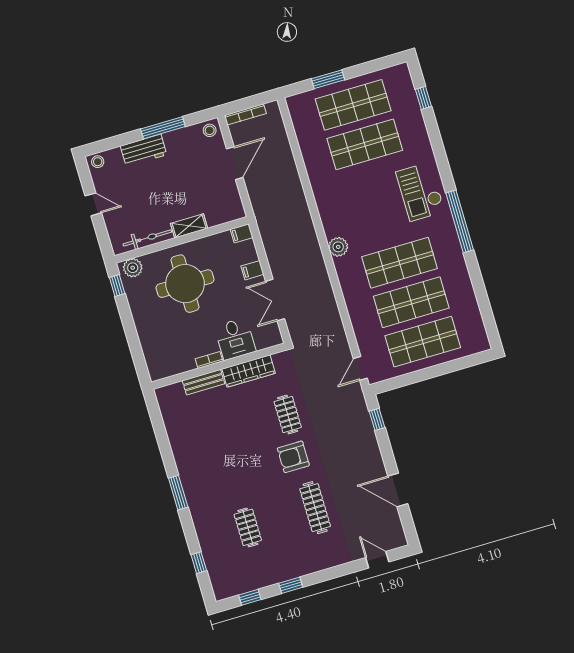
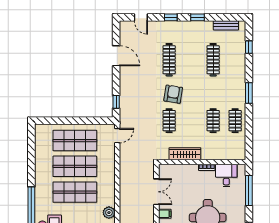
desk: (235, 339) -> (226, 175), moved
window: (134, 344) -> (249, 190), added
bench: (203, 382) -> (226, 25), moved
clothes rail: (220, 434) -> (213, 121), added
clothes rail: (187, 444) -> (235, 121), added
armchair: (293, 457) -> (173, 94), turned -81
clothes rail: (248, 527) -> (213, 60), width x1.36
window: (250, 597) -> (171, 17), moved

